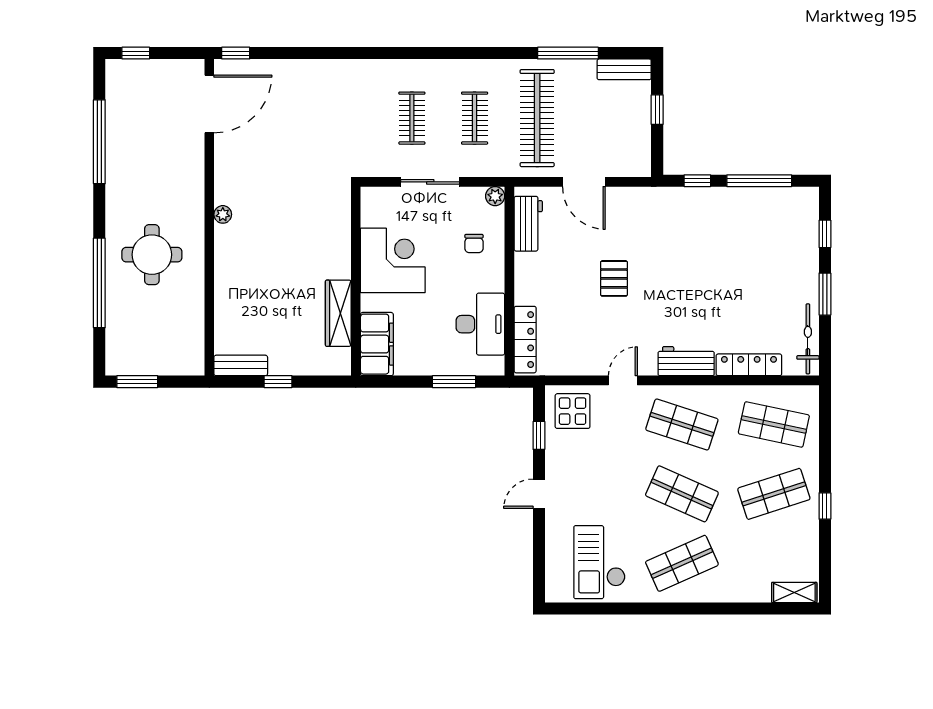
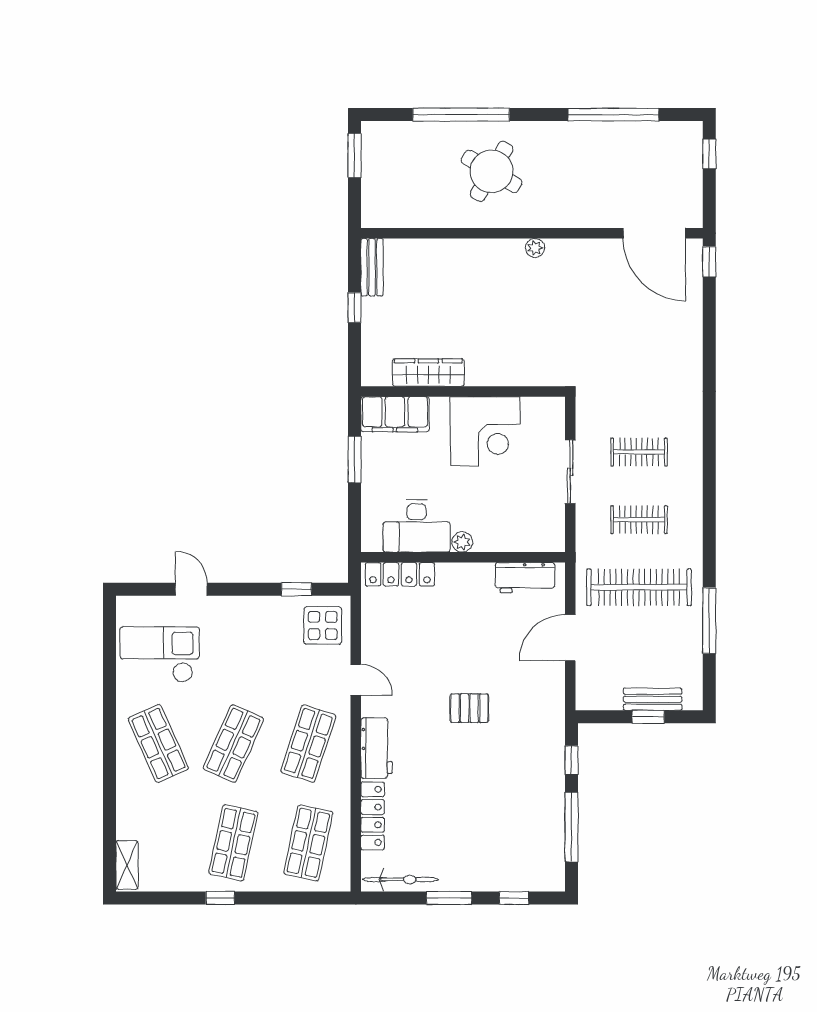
bench: (624, 69) -> (653, 699), moved, turned 90
plant: (495, 196) -> (462, 542), moved
chair: (474, 244) -> (504, 519), removed
round table: (152, 255) -> (492, 171), turned 30
pallet: (614, 278) -> (469, 708), moved
window: (454, 382) -> (355, 460), moved
door: (539, 494) -> (191, 589), moved
shop shelf: (774, 494) -> (233, 843), turned 30

